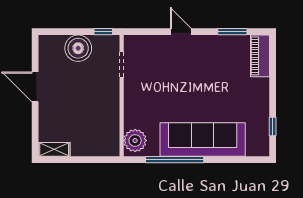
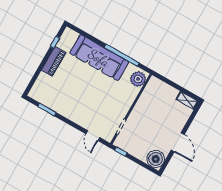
door: (181, 32) -> (93, 136), moved
boiler: (78, 48) -> (156, 159), moved
piano: (260, 56) -> (54, 61), moved

